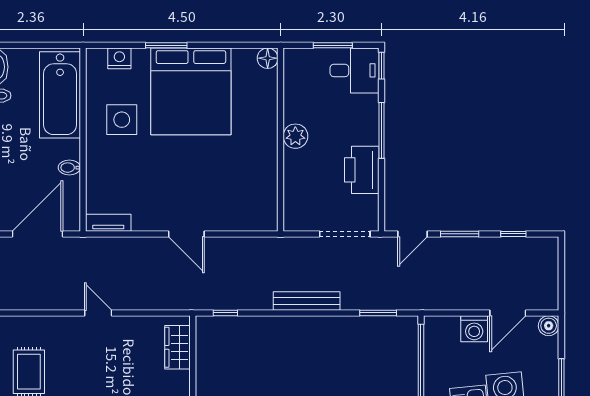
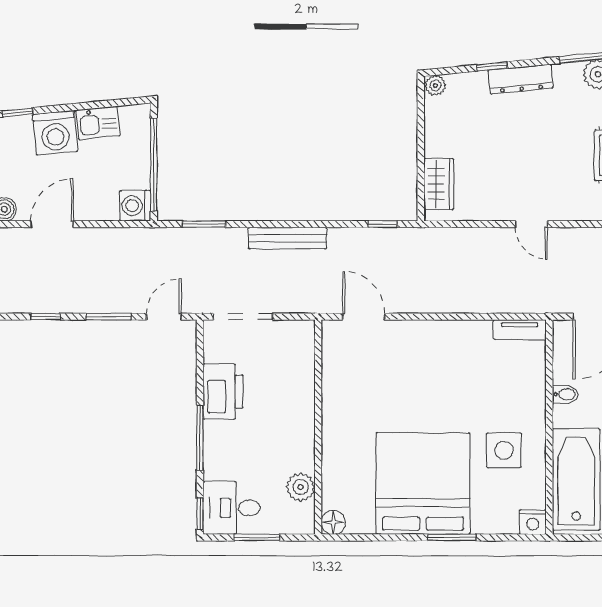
nightstand: (119, 58) -> (533, 522), moved
plant: (295, 136) -> (301, 487), moved
door: (186, 234) -> (364, 317), moved
washing machine: (474, 329) -> (135, 206), moved, turned -90

